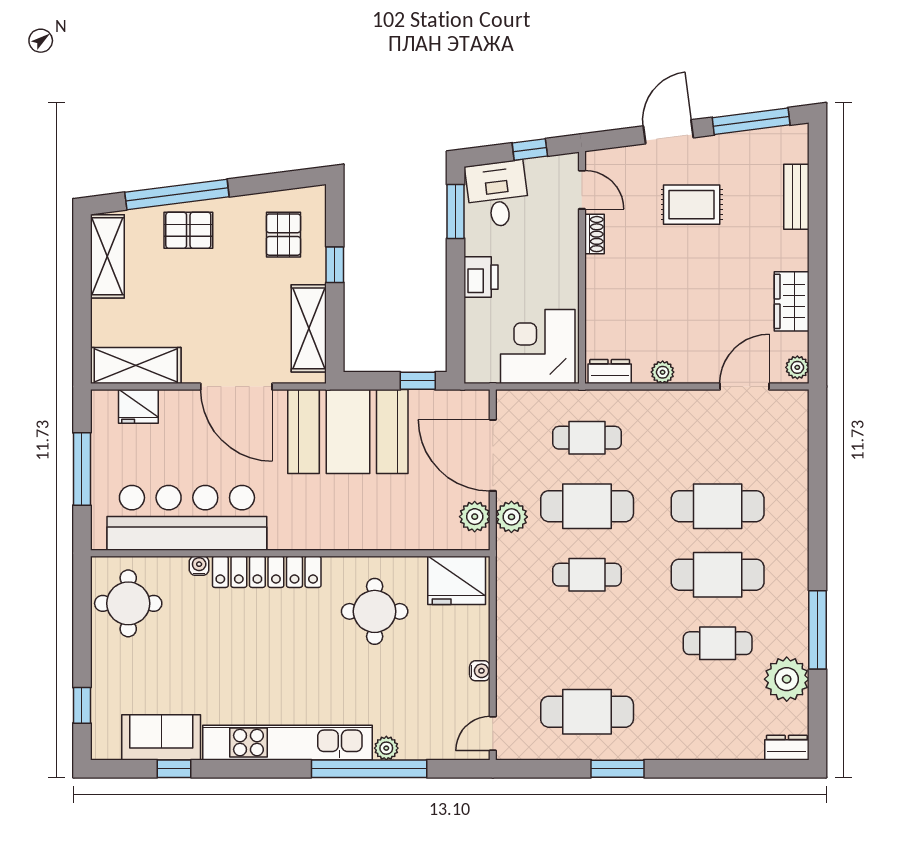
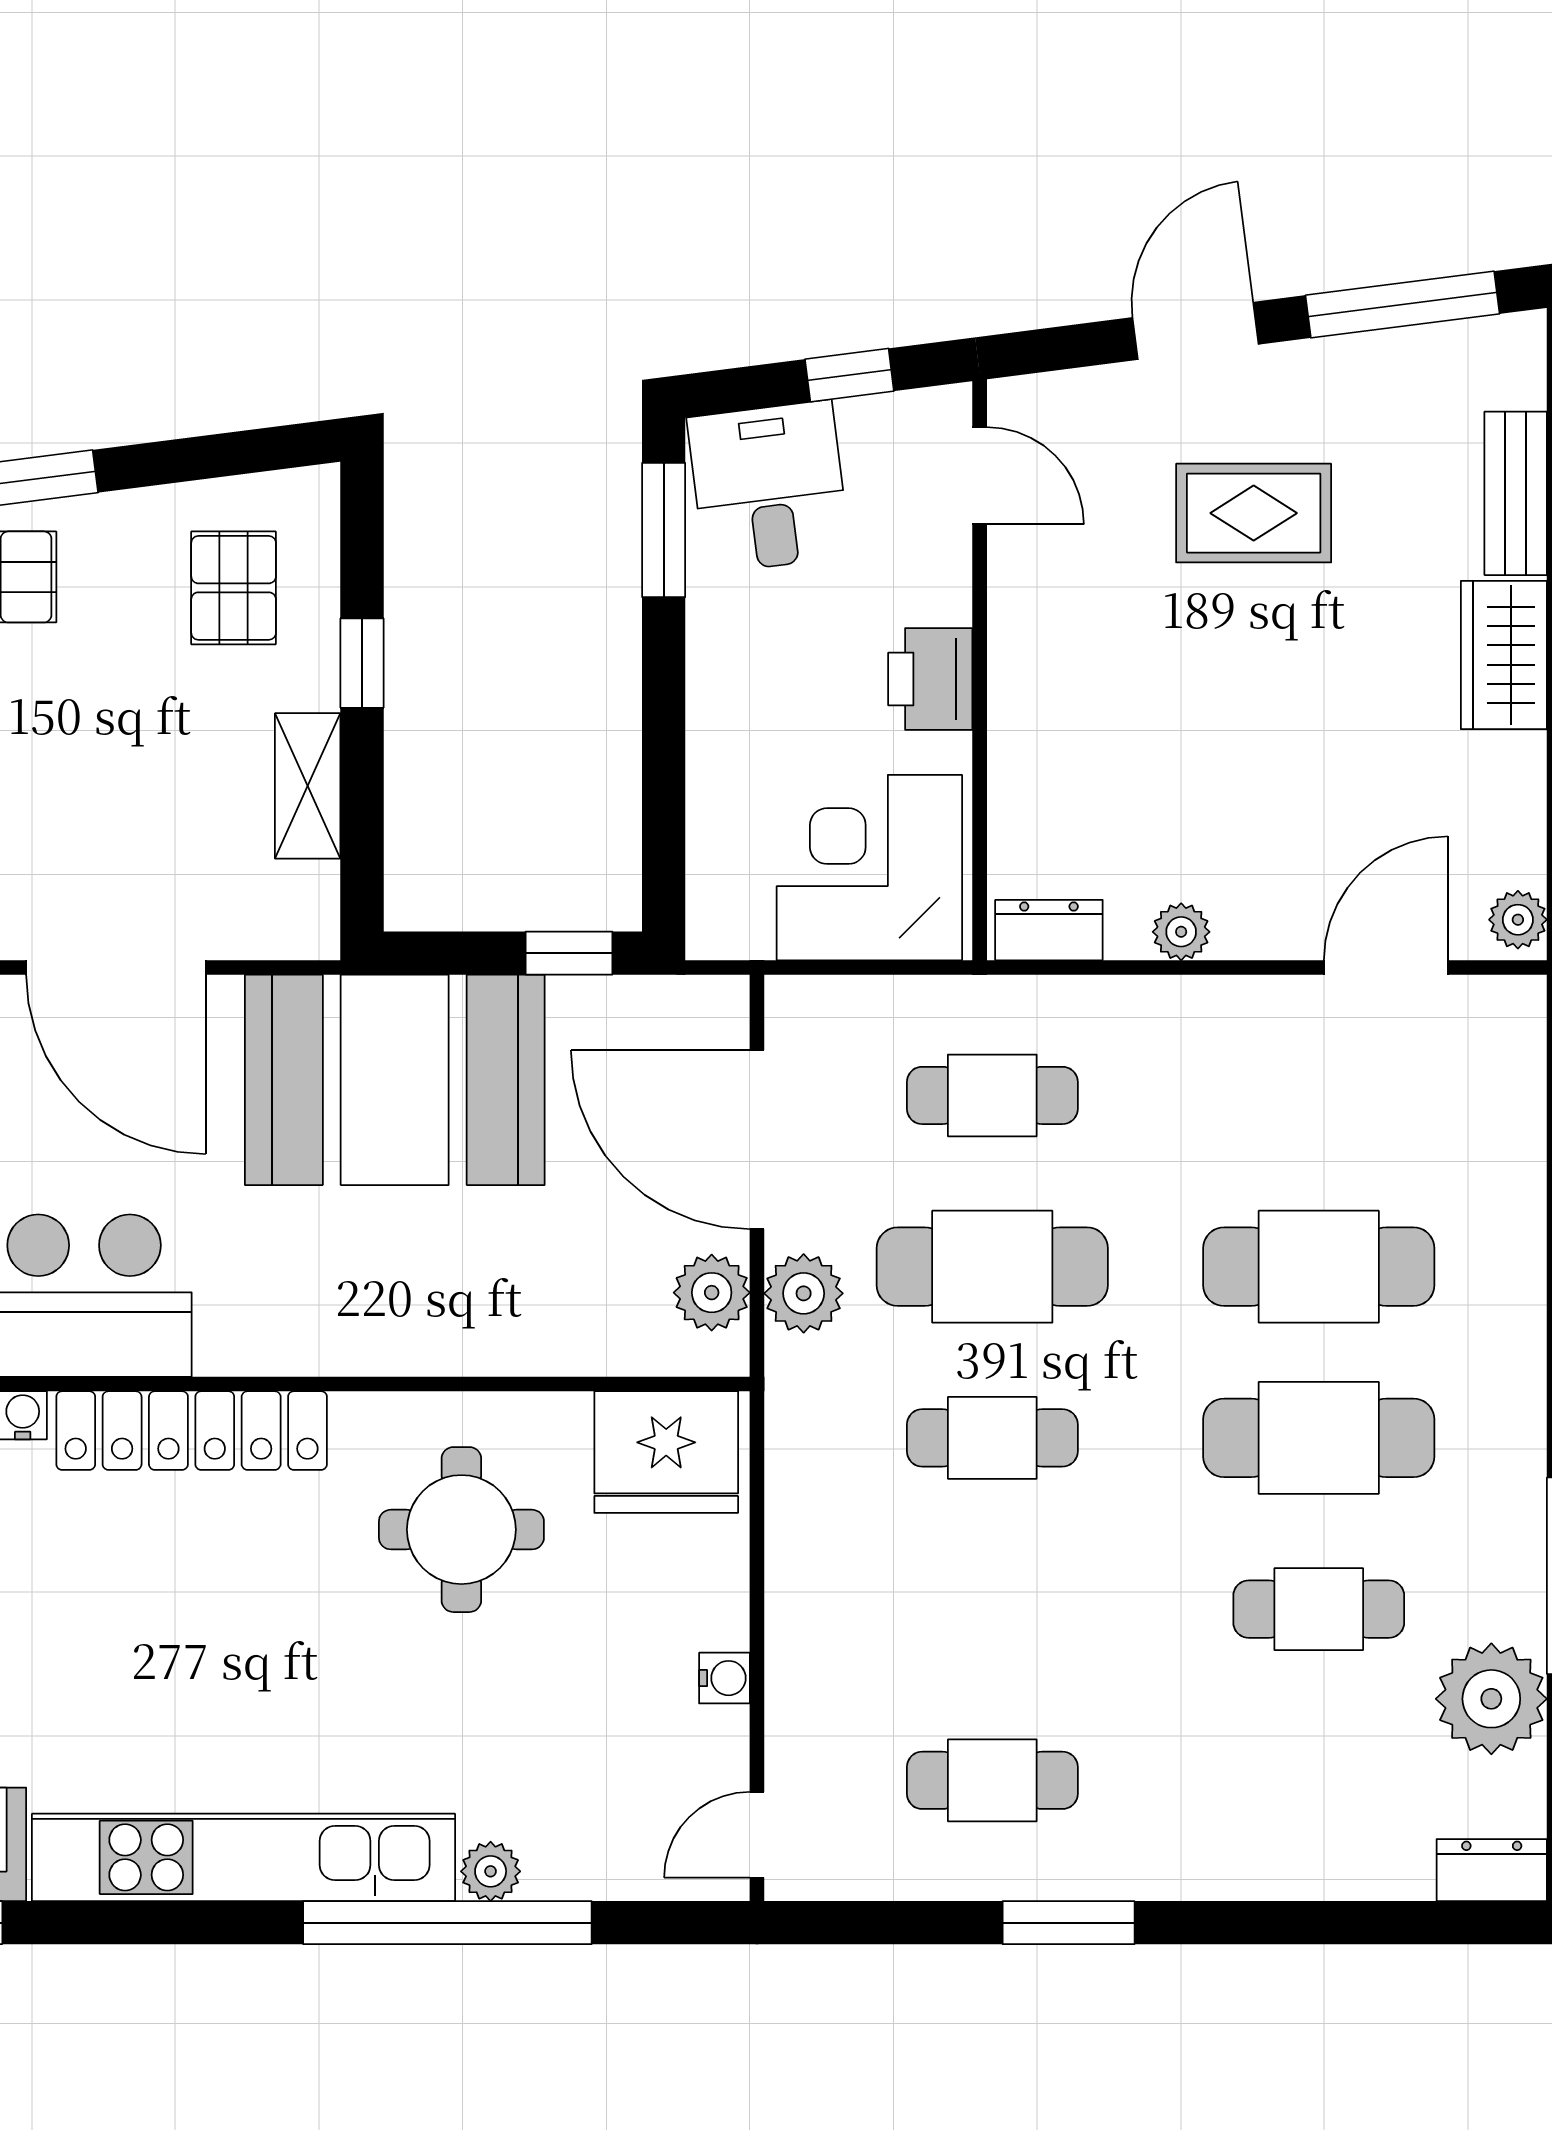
shoe rack: (594, 234) -> (1011, 587), removed
printer: (481, 277) -> (930, 679), moved, turned 180
wardrobe: (792, 301) -> (1504, 655), moved
shelving: (309, 328) -> (308, 786), width x0.67, depth x0.75
cafe table: (587, 712) -> (992, 1780), width x0.73, depth x0.74

